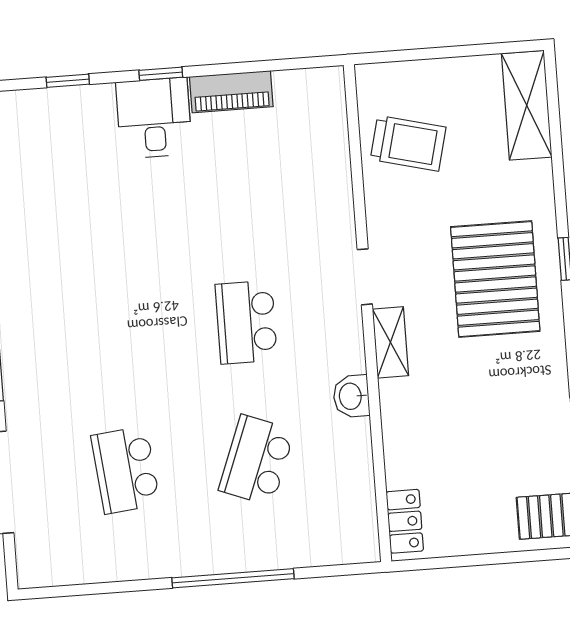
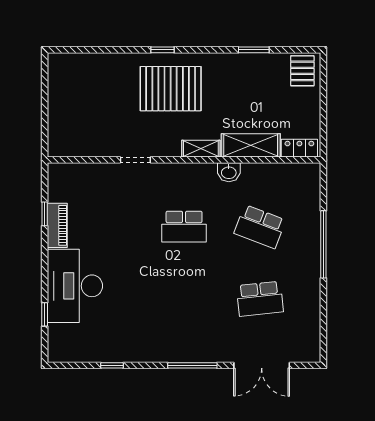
window: (161, 74) -> (45, 214), moved
shelving: (527, 105) -> (251, 145), moved
desk: (154, 118) -> (75, 286), width x1.87, depth x1.30
trolley: (408, 143) -> (93, 131), removed
doorway: (365, 277) -> (135, 160), moved

